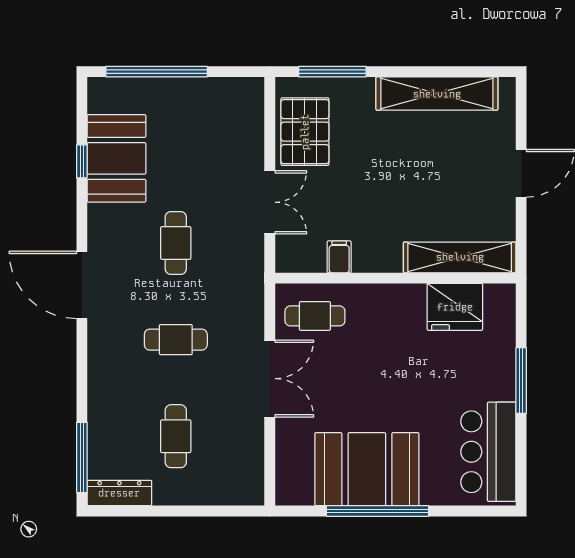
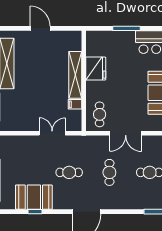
pallet: (305, 132) -> (23, 119), removed
shelving: (460, 257) -> (75, 75), moved
fridge: (455, 307) -> (96, 69), moved
double door: (270, 379) -> (126, 133), swing flipped

